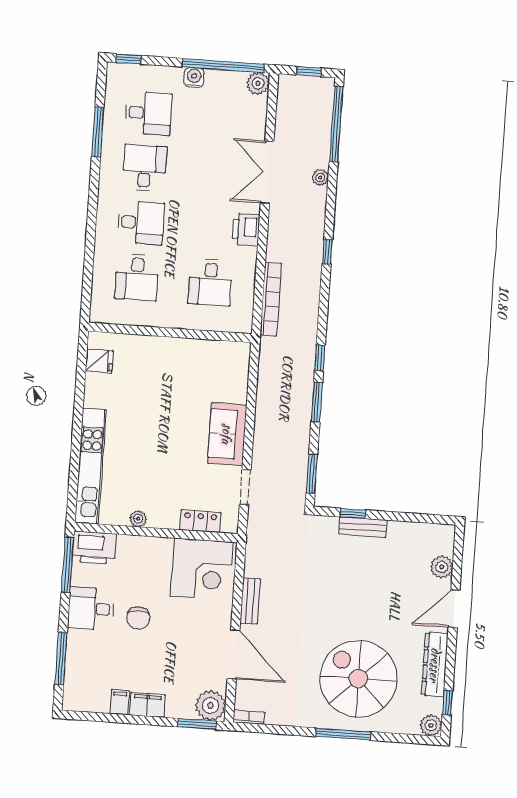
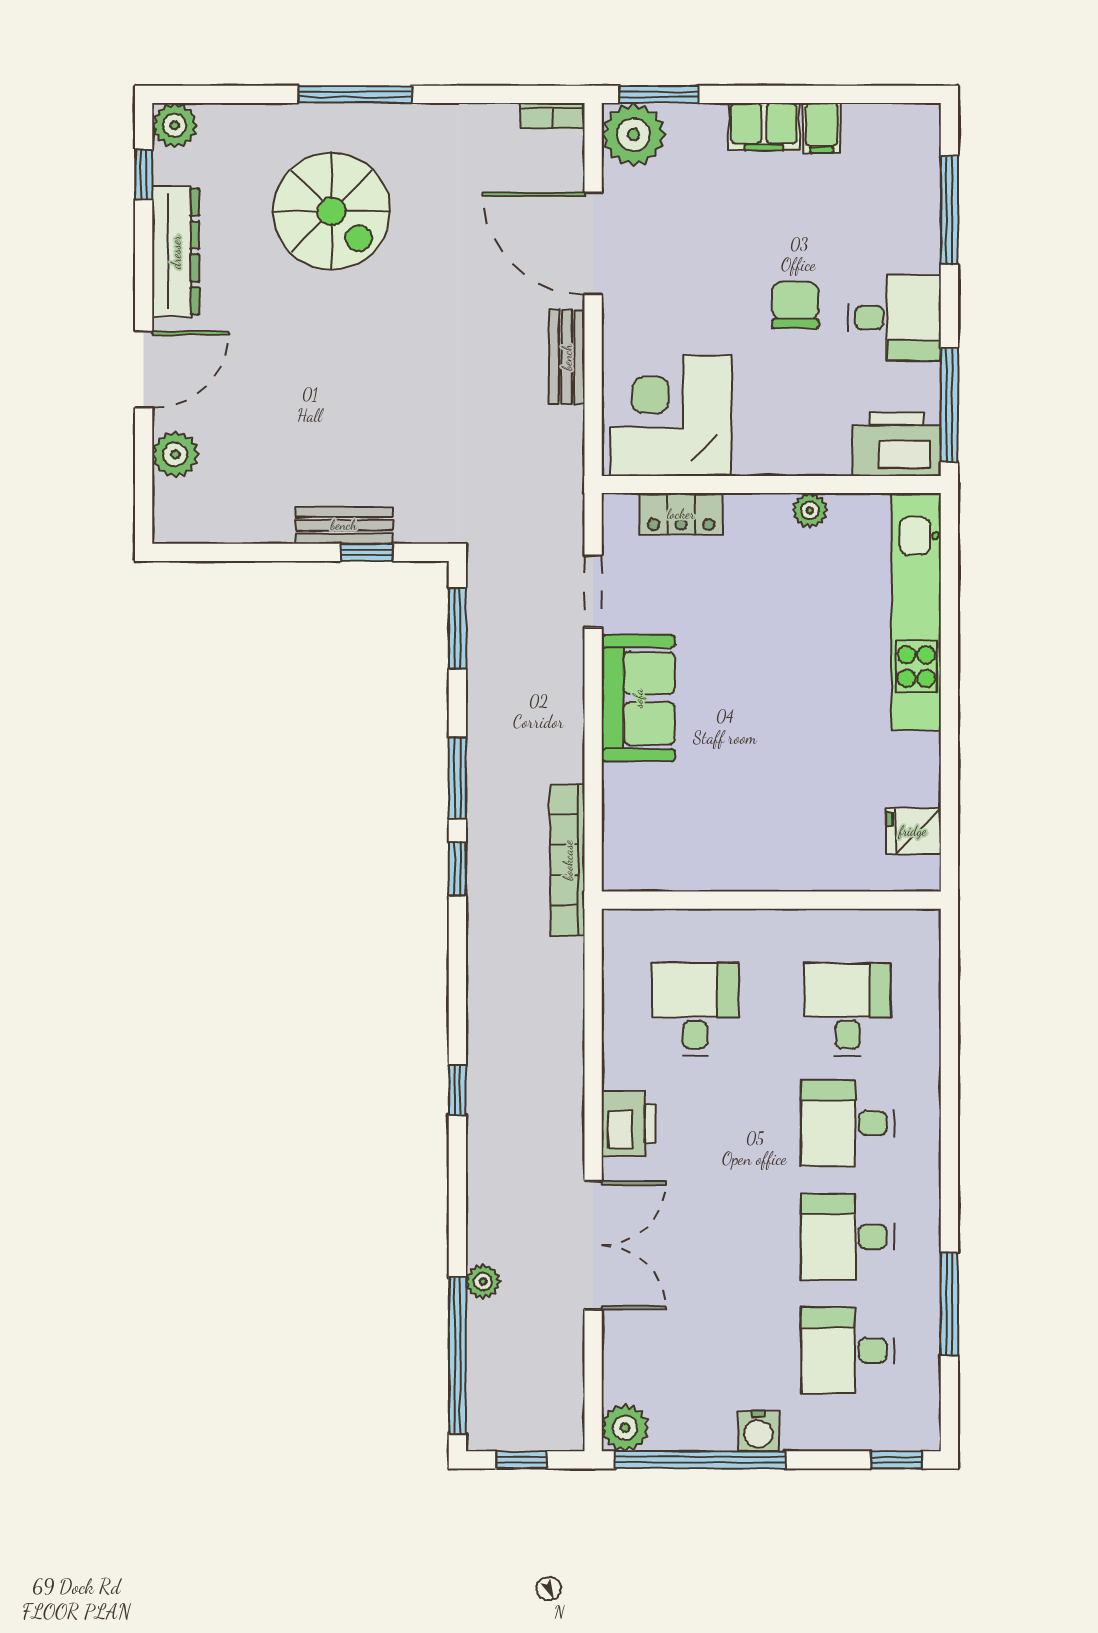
desk: (145, 168) -> (848, 1237), turned 90
plant: (320, 177) -> (483, 1281), moved
bookcase: (271, 299) -> (568, 860), moved
spiral stairs: (358, 679) -> (332, 211), width x0.73, depth x0.73

